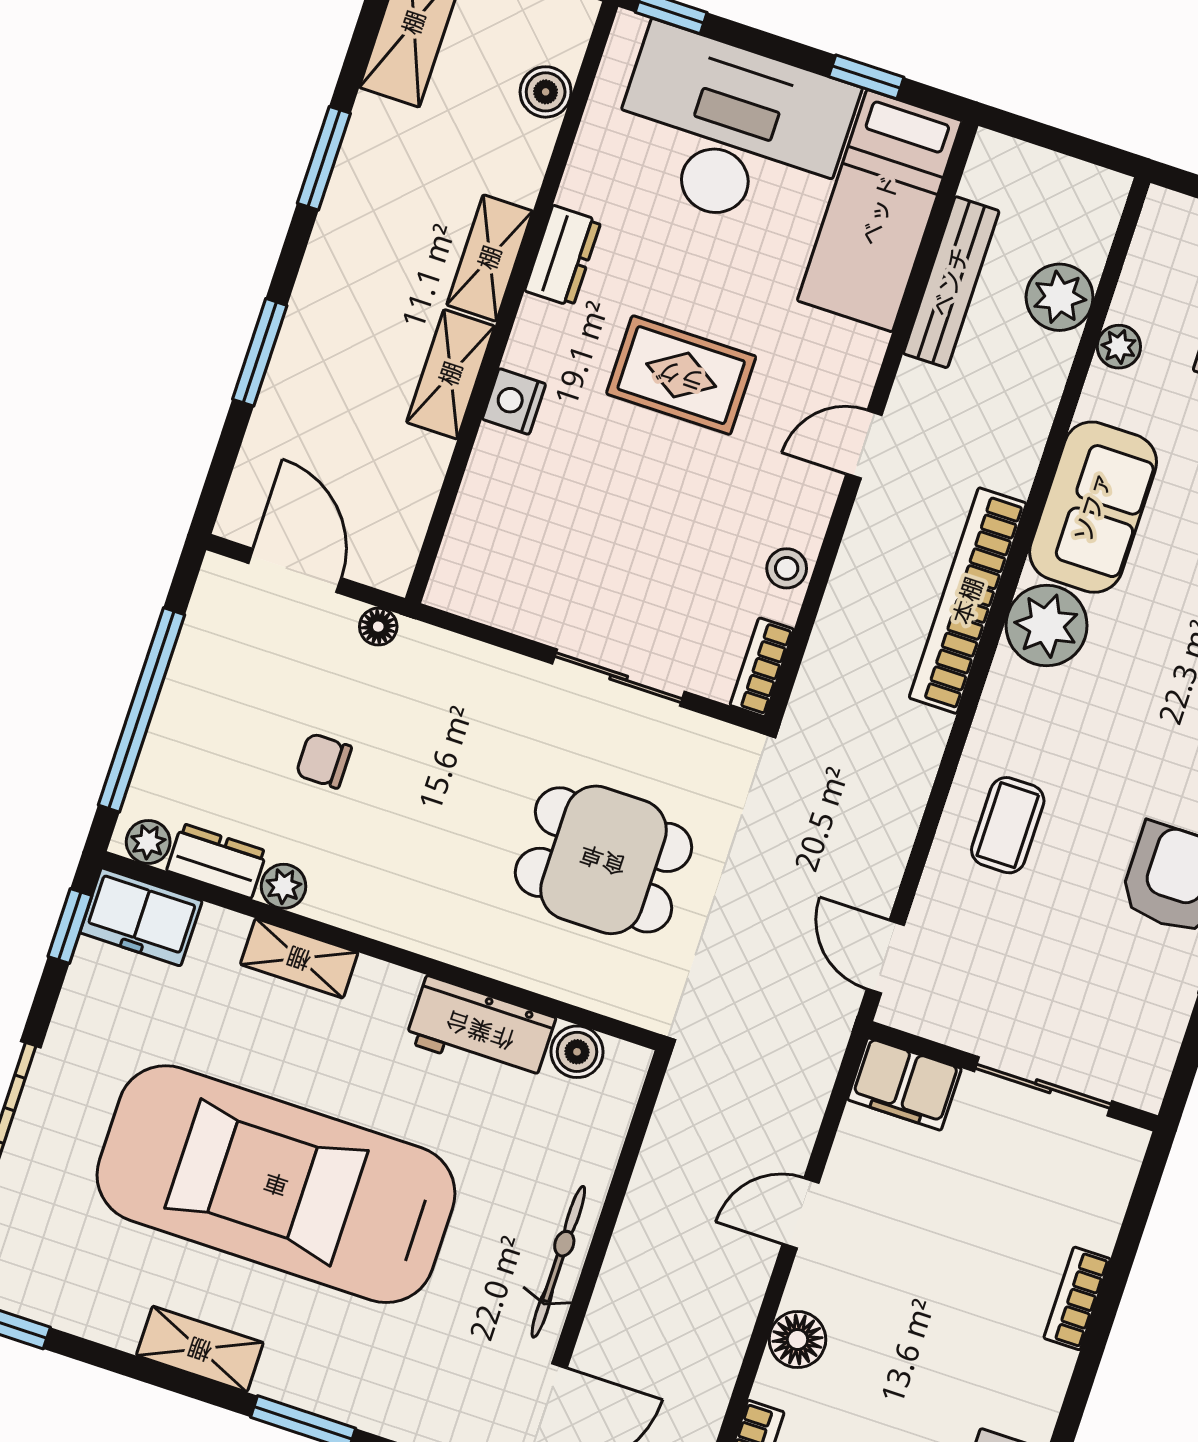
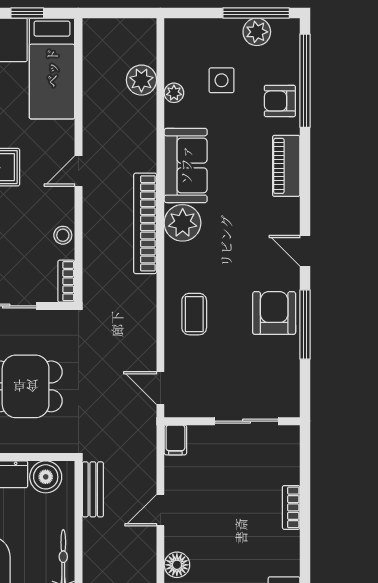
bench: (951, 282) -> (93, 489), moved, width x0.73
boiler: (577, 1052) -> (46, 477), width x1.36, depth x1.36
filing cabinet: (904, 1084) -> (175, 440), width x0.50

